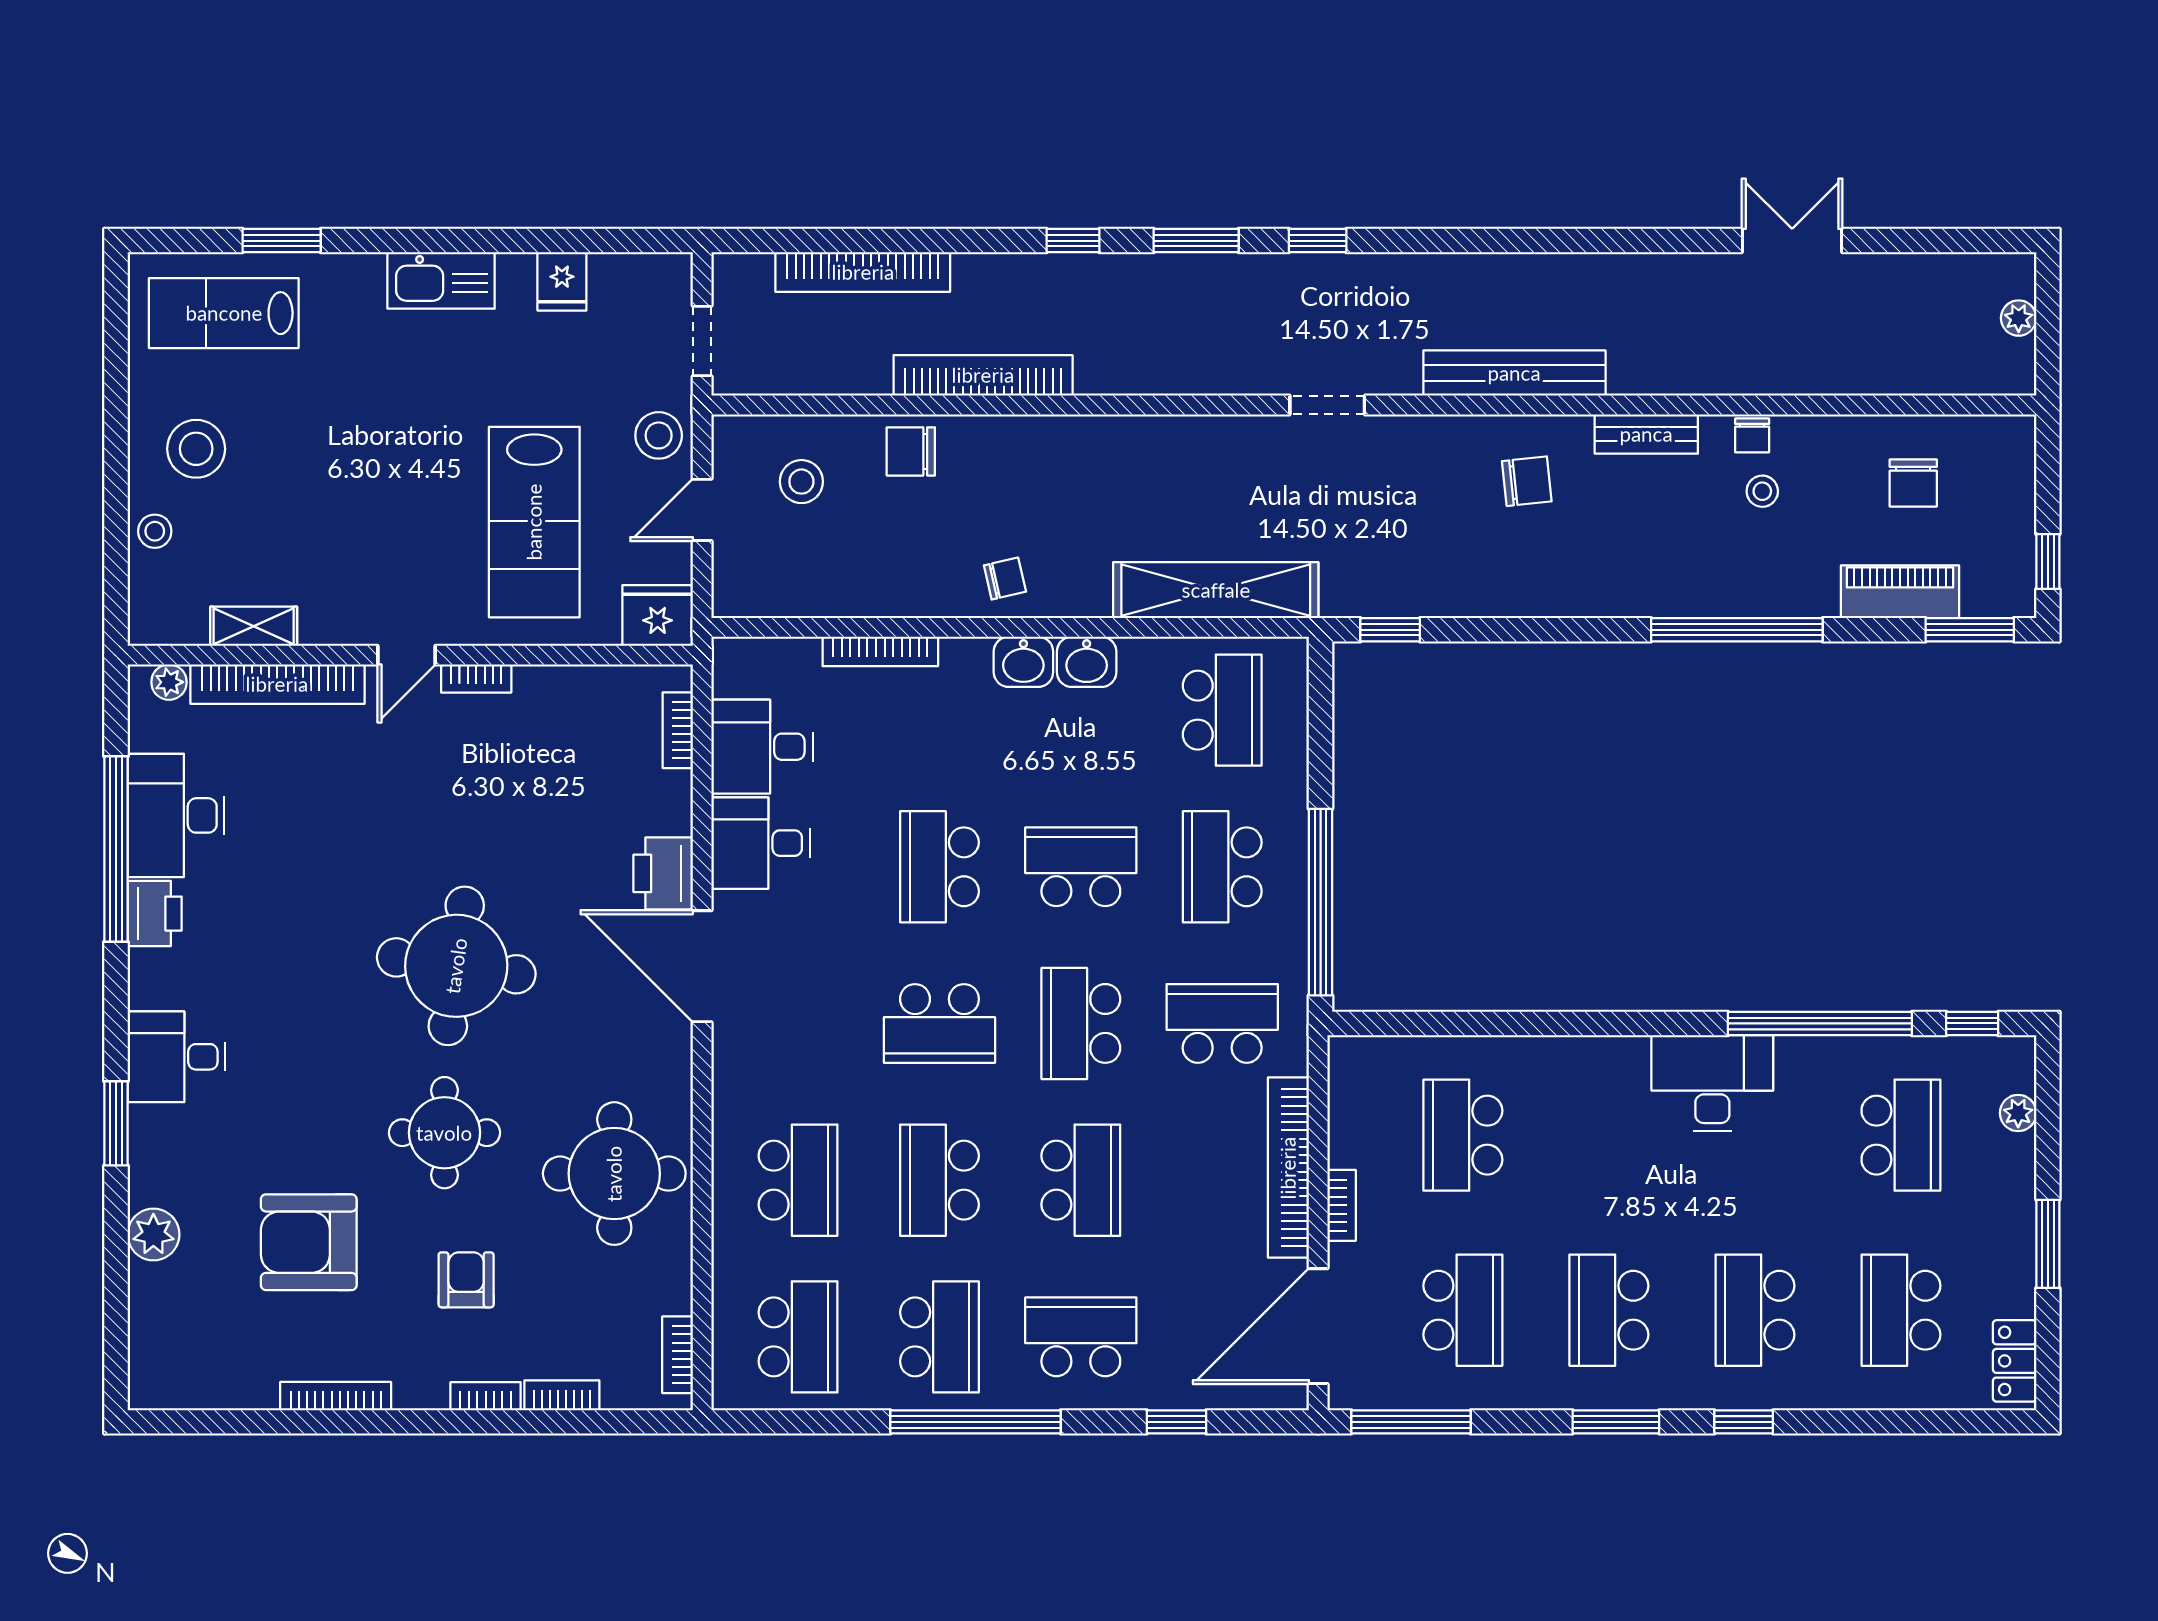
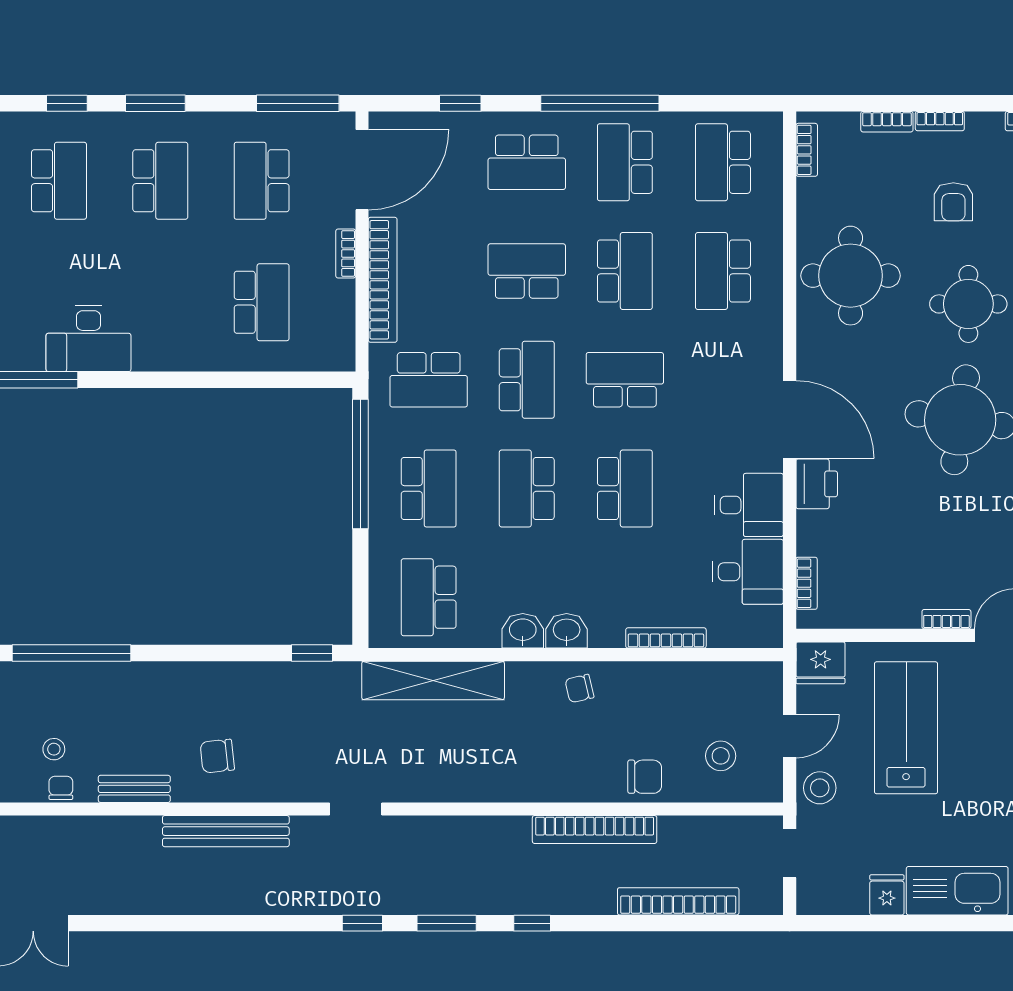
kitchen sink: (441, 280) -> (957, 891), width x1.36, depth x1.24
school desk: (1081, 867) -> (527, 488), turned 90
school desk: (1081, 1180) -> (527, 271), turned 90

